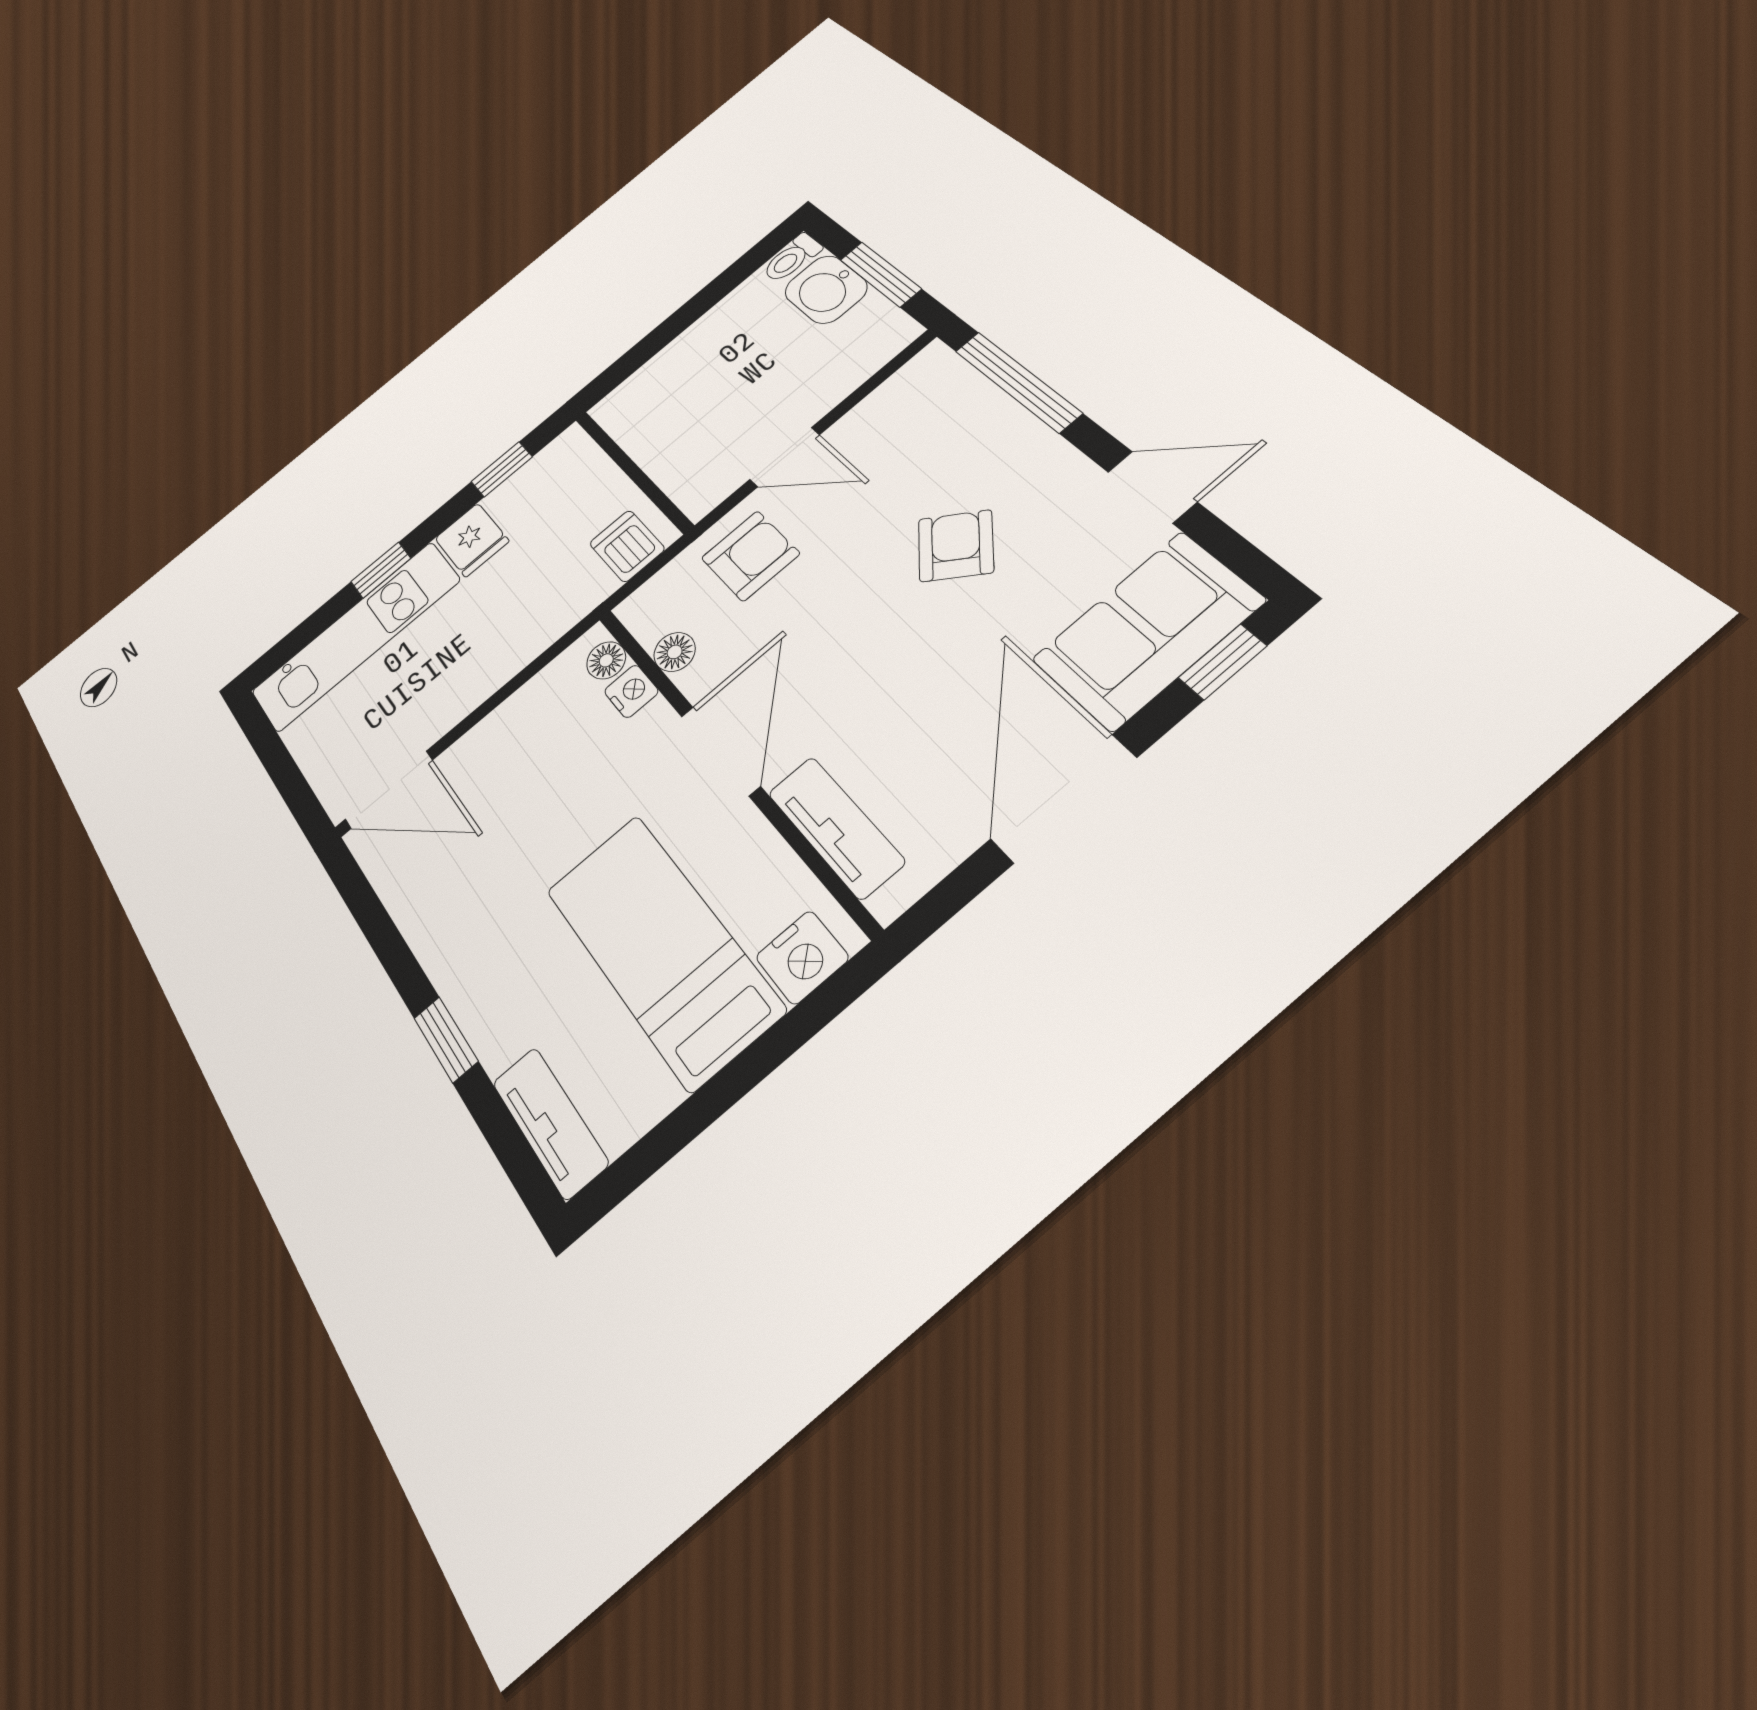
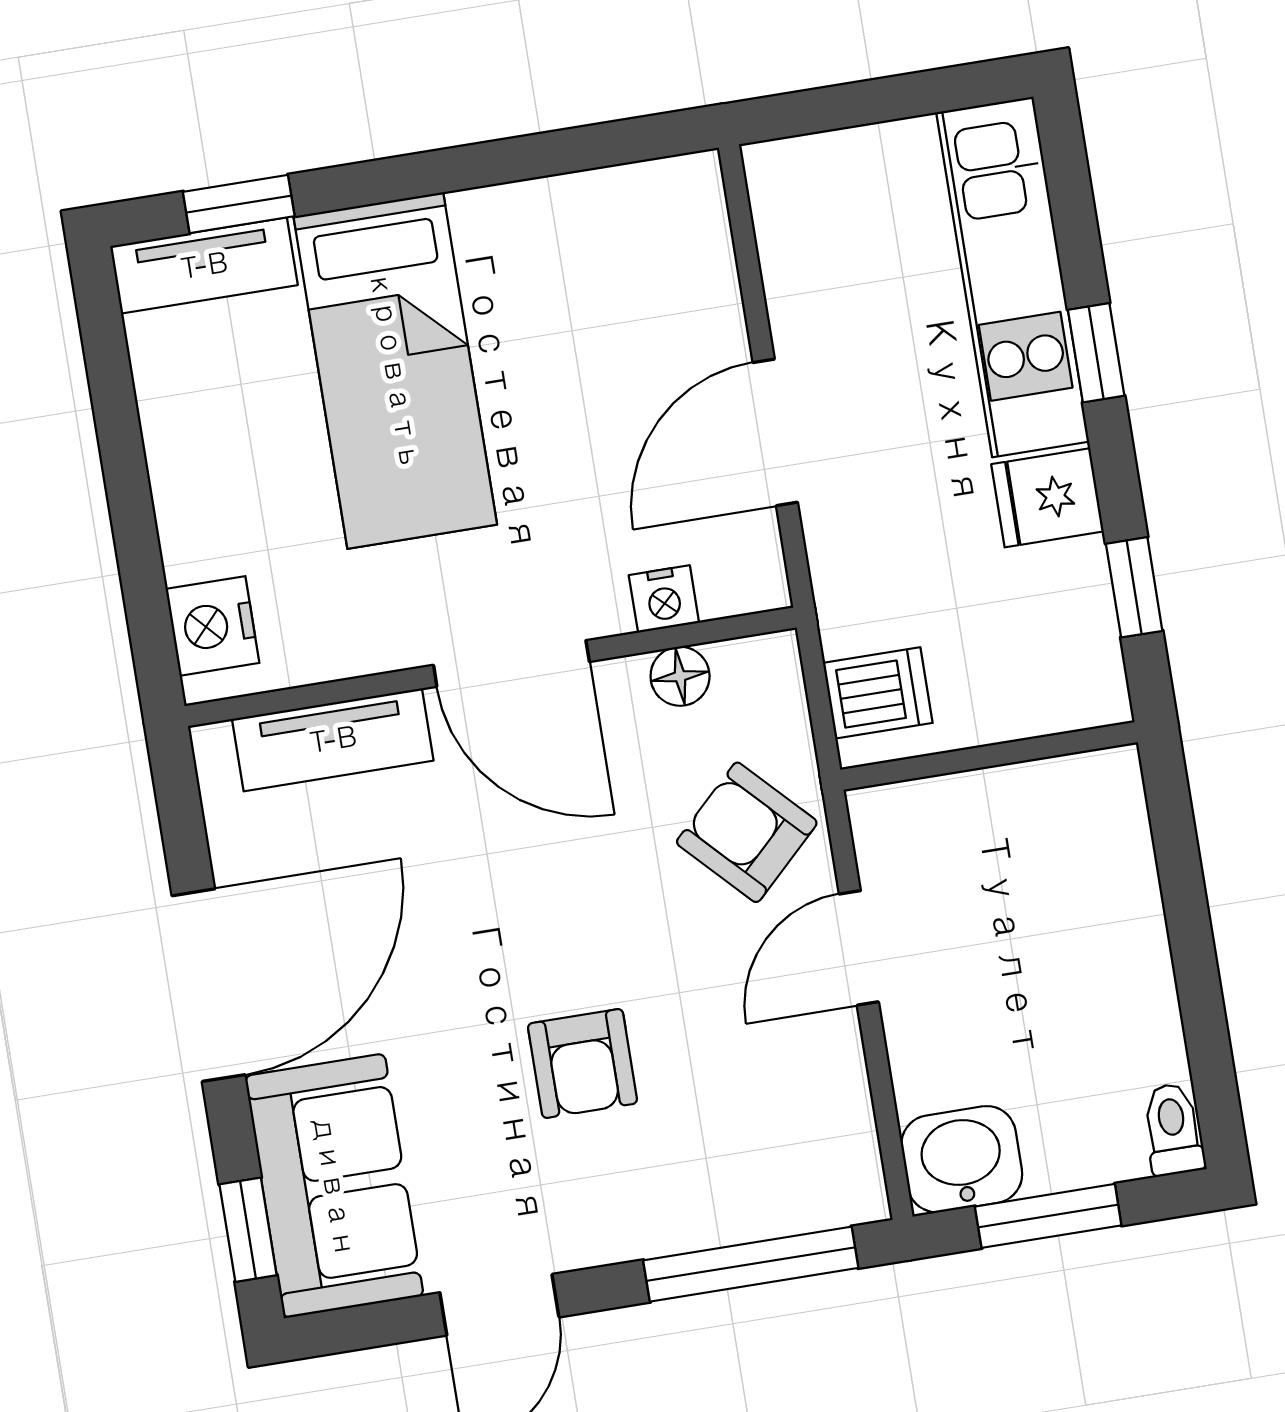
washbasin: (826, 289) -> (962, 1159), moved
armchair: (956, 546) -> (583, 1063), turned 51
armchair: (750, 556) -> (747, 832), turned 136
floor lamp: (606, 660) -> (729, 589), removed
door: (389, 790) -> (775, 432), moved
door: (1063, 798) -> (208, 985), hinge flipped
bed: (662, 948) -> (395, 371), moved, turned 90
window: (446, 1040) -> (239, 204), moved

